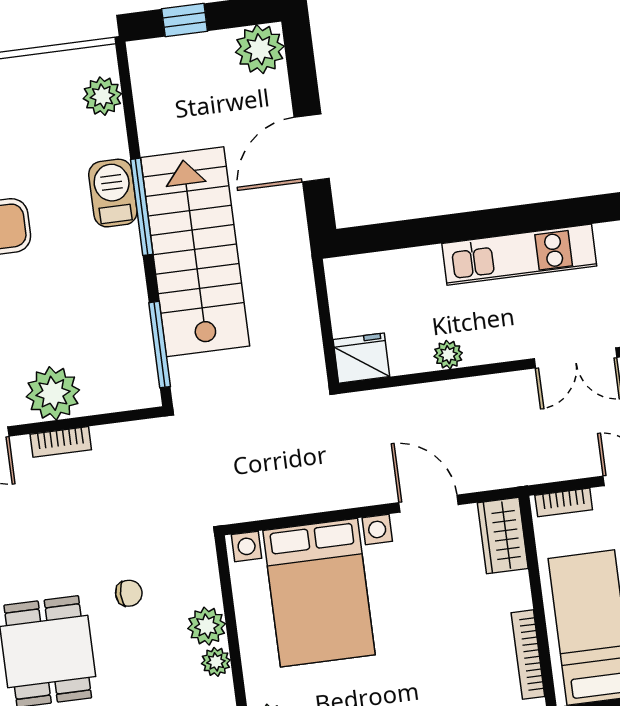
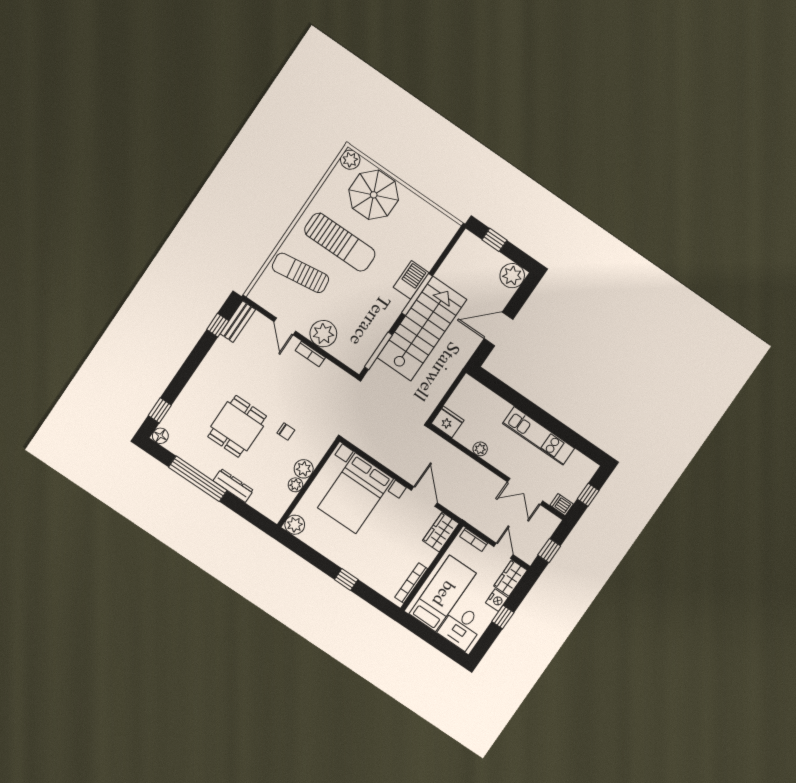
plant: (102, 96) -> (439, 241), removed

